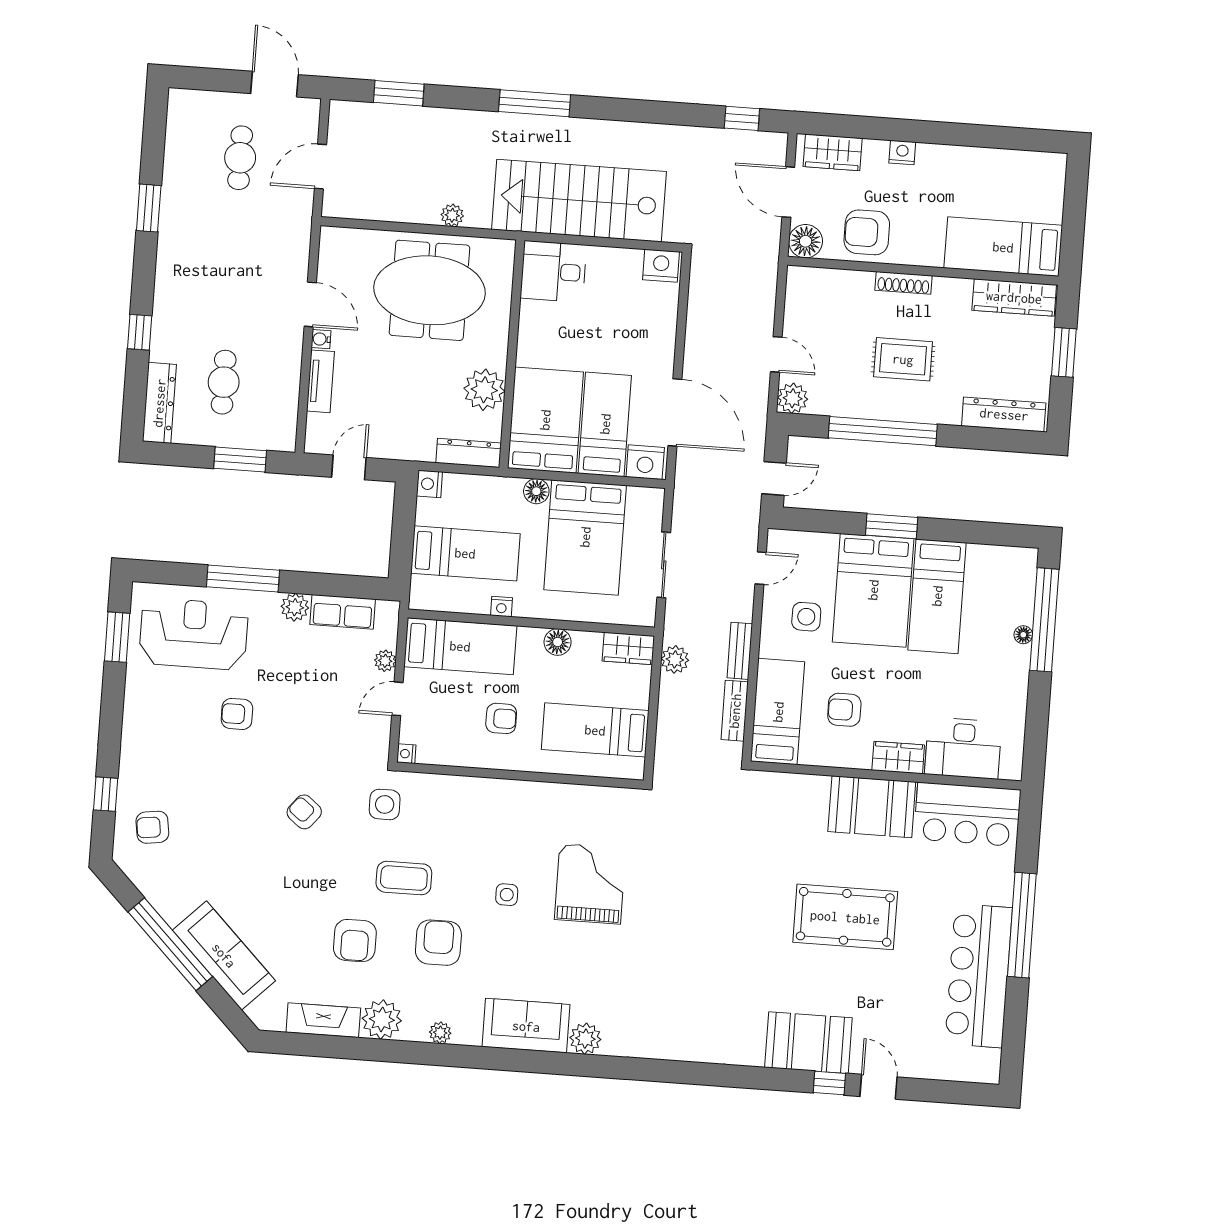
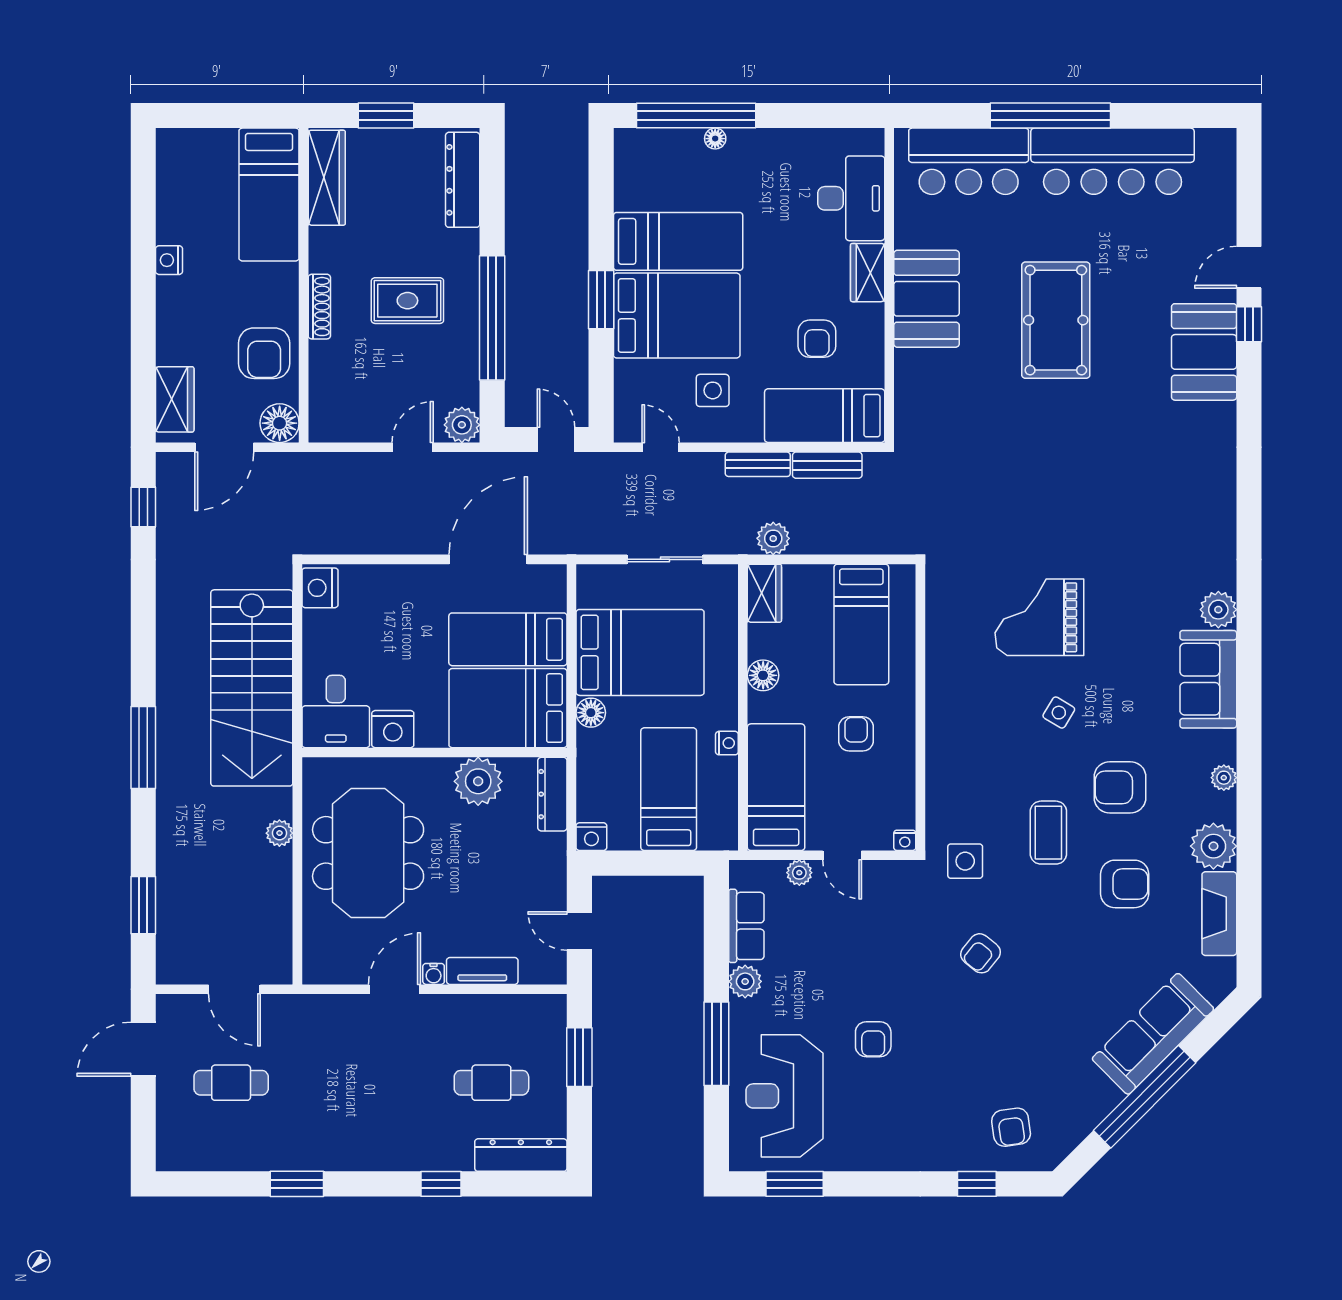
nightstand: (902, 153) -> (169, 260), moved
rug: (903, 359) -> (407, 301), turned 90
nightstand: (645, 462) -> (393, 729), moved, turned 90
bar counter: (967, 814) -> (969, 161), moved, turned 90
side table: (507, 895) -> (1059, 713), turned 31

